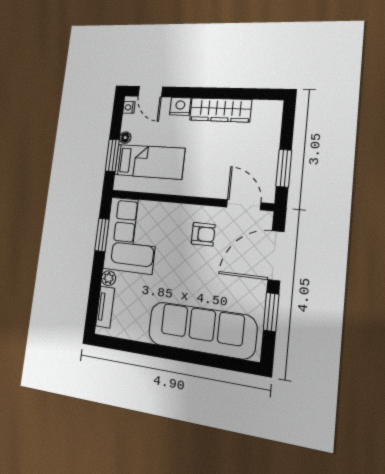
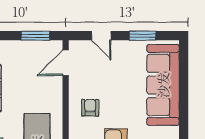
armchair: (203, 234) -> (90, 108), moved
door: (276, 256) -> (101, 36), width x0.53

